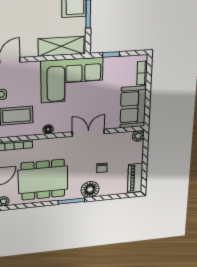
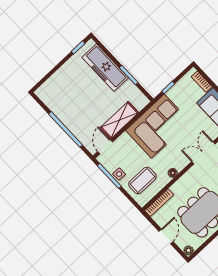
shelving: (61, 46) -> (119, 120), moved

